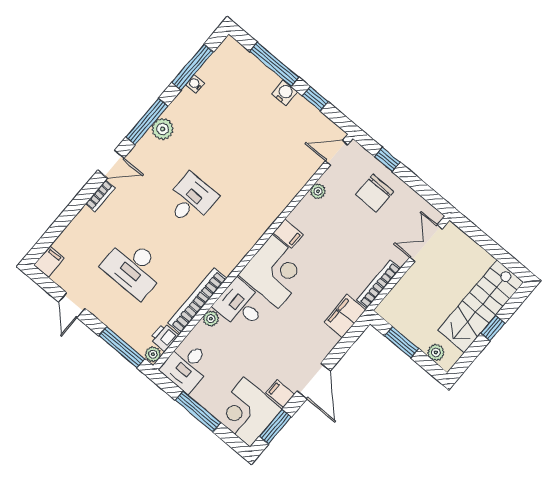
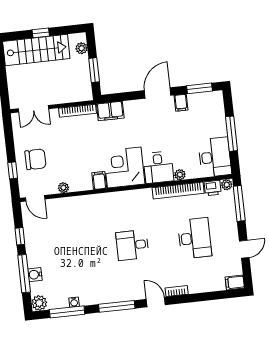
water cooler: (285, 93) -> (35, 275), moved
plant: (163, 129) -> (39, 303), moved
desk: (187, 366) -> (215, 157), width x1.37
corner desk: (247, 412) -> (207, 110), removed

